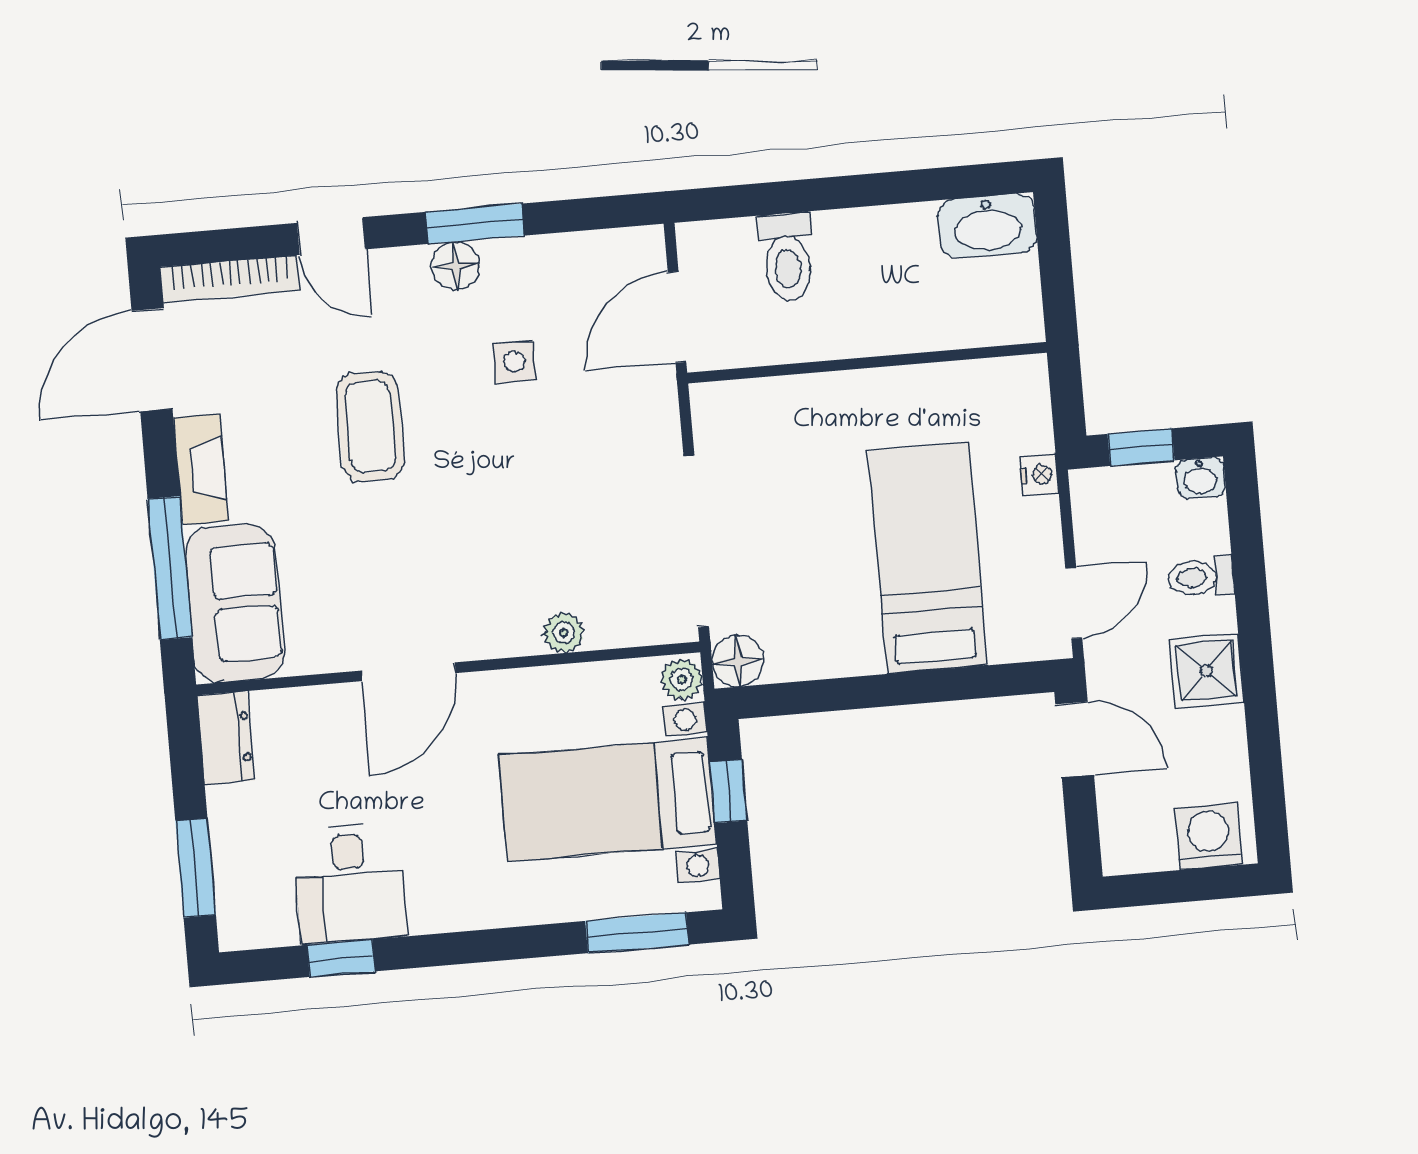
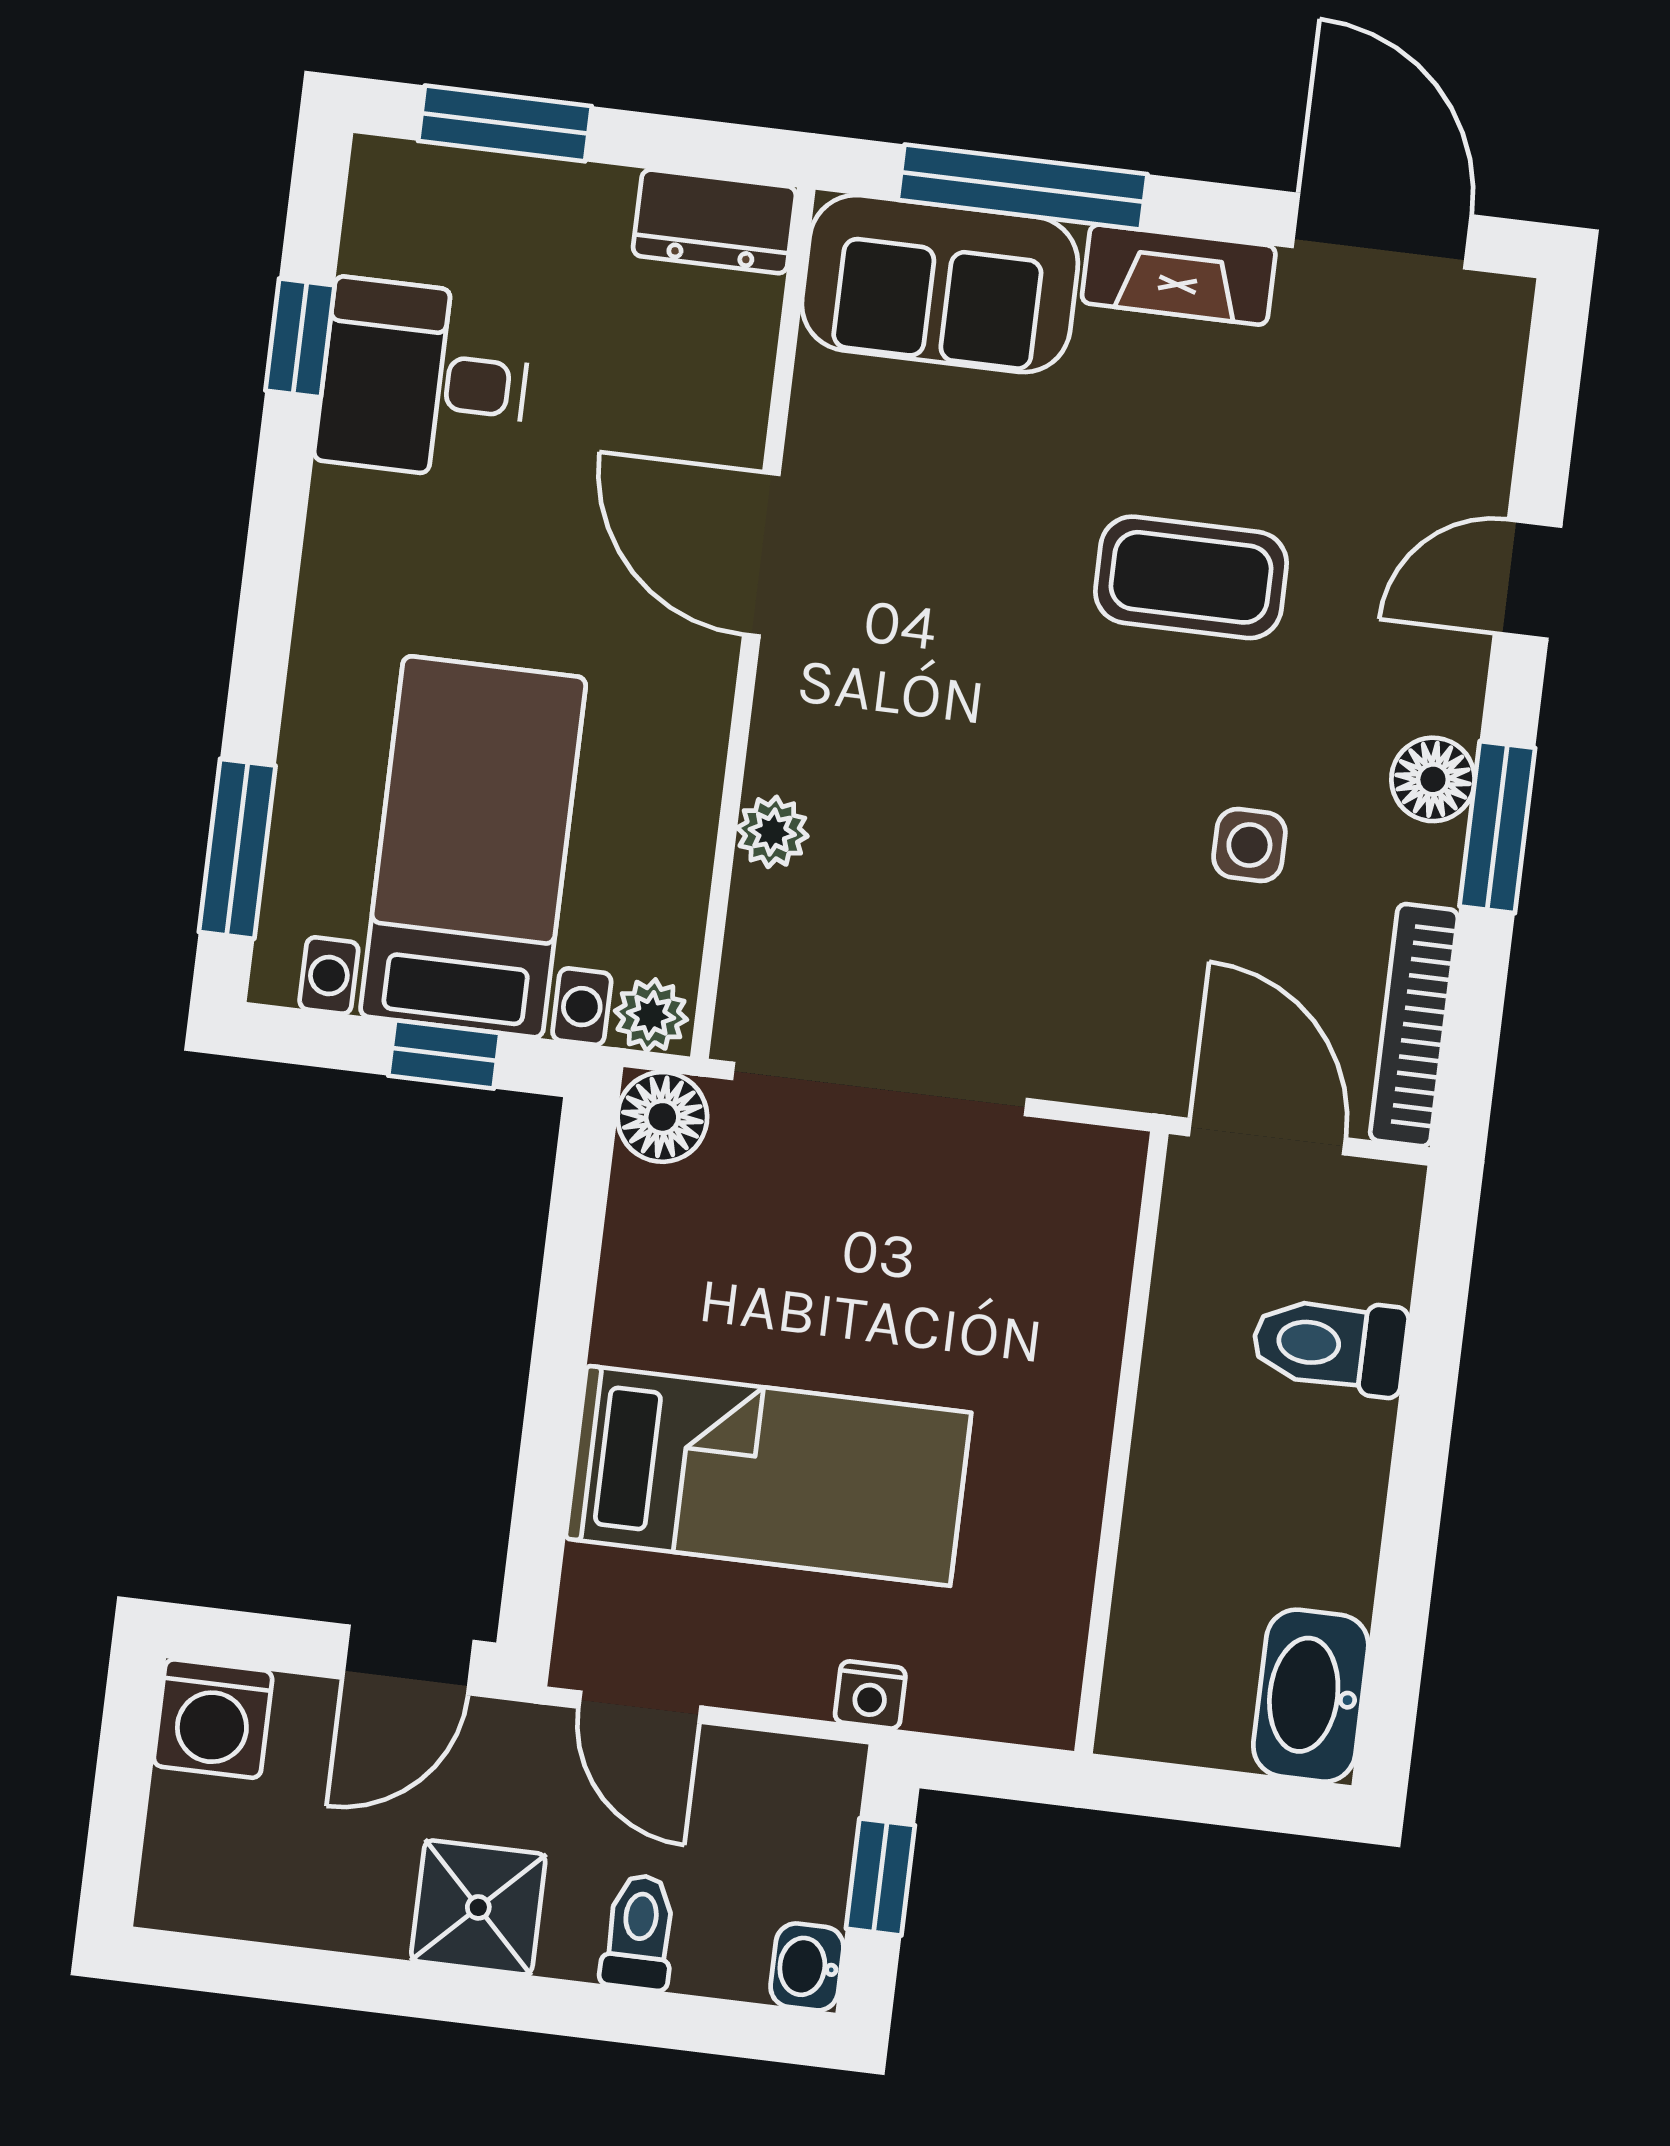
bookcase: (230, 279) -> (1414, 1025), moved
washing machine: (1208, 836) -> (213, 1719), moved, turned 90

